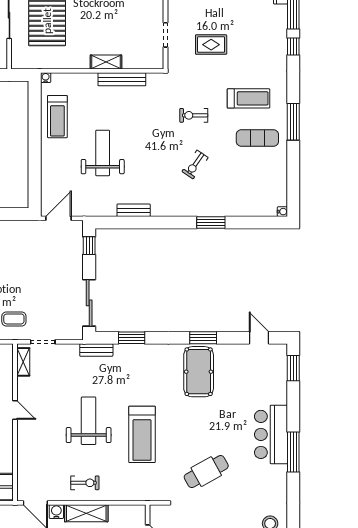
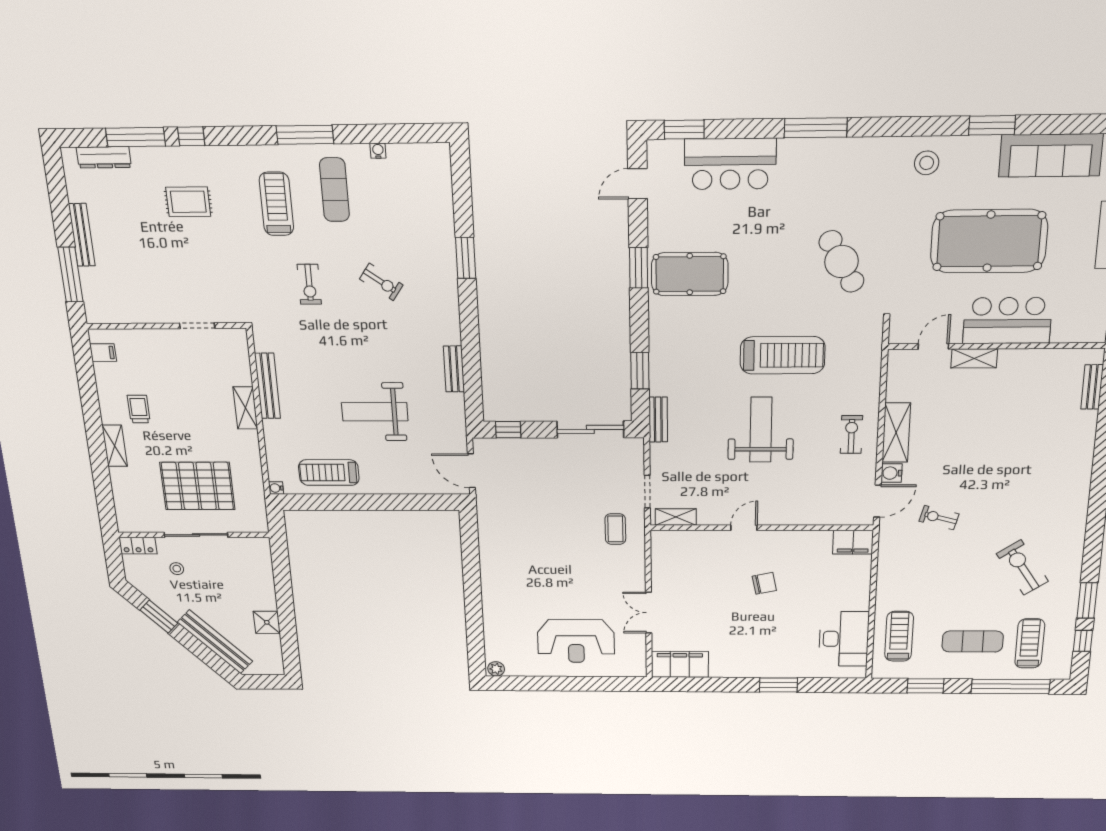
rug: (211, 45) -> (188, 202), moved, turned 90
treadmill: (57, 117) -> (329, 473), turned 180
water cooler: (282, 212) -> (378, 151), moved
weight bench: (89, 421) -> (761, 430), turned 90
bar counter: (271, 434) -> (730, 164), moved

